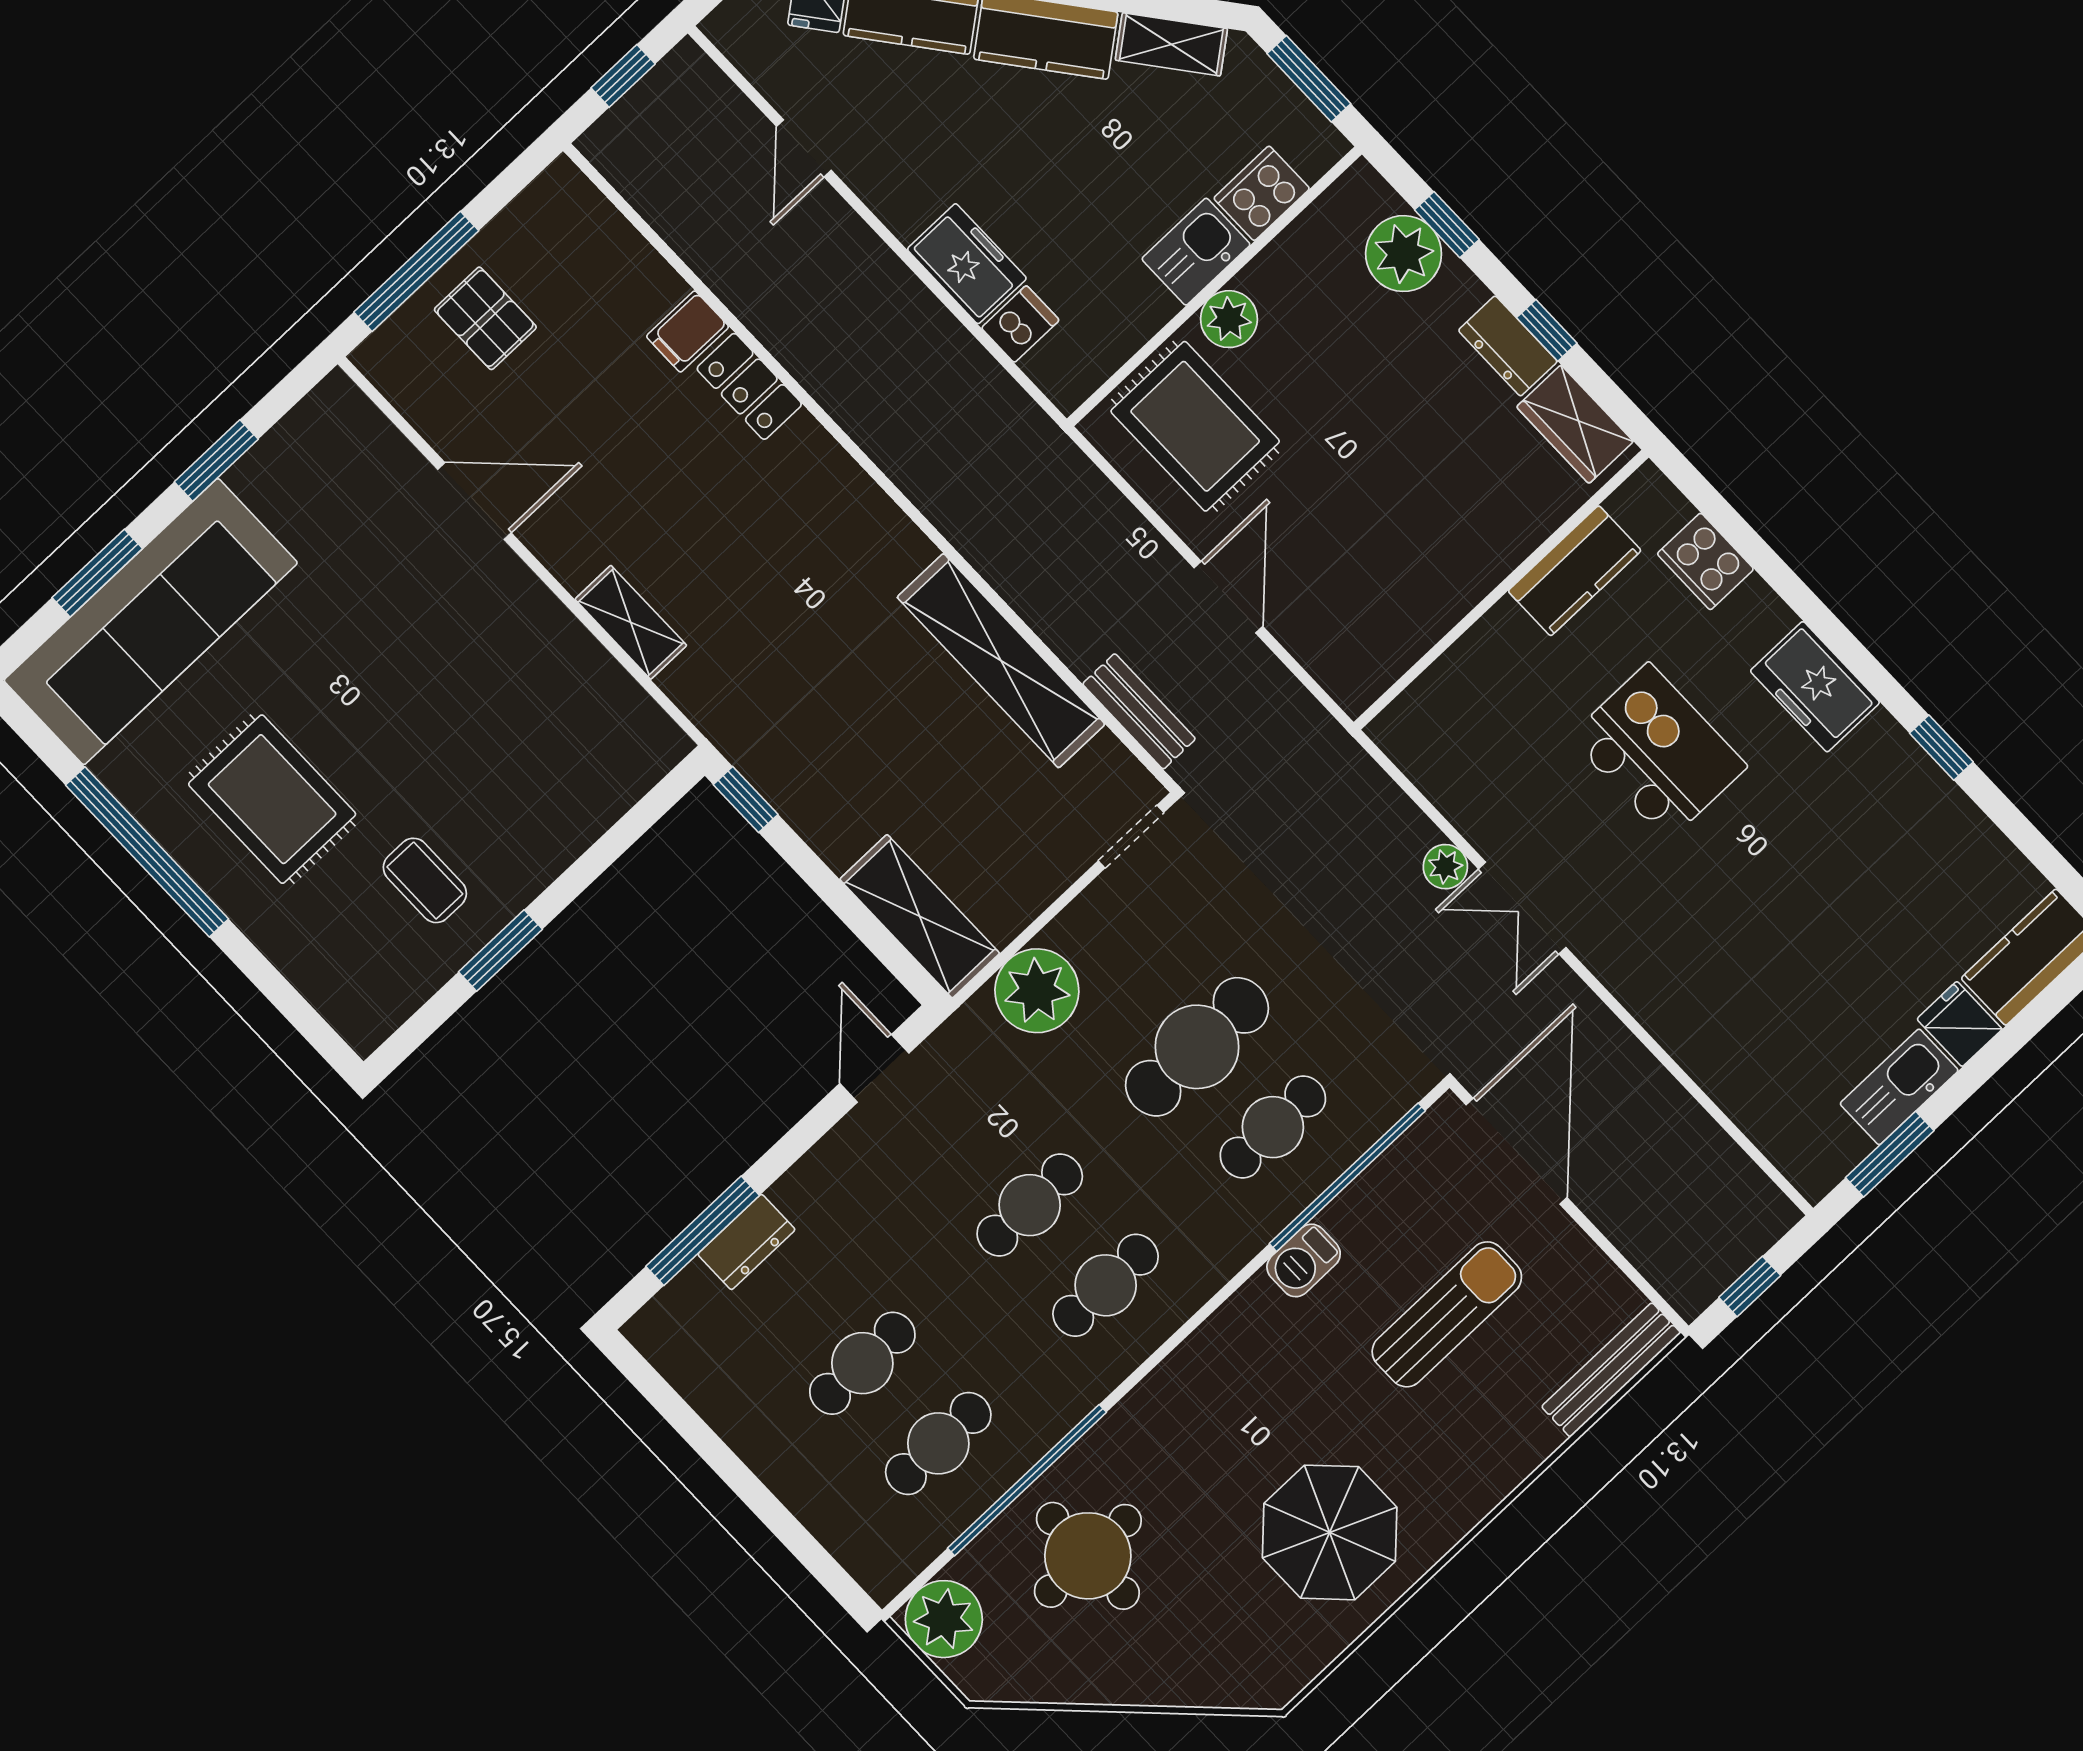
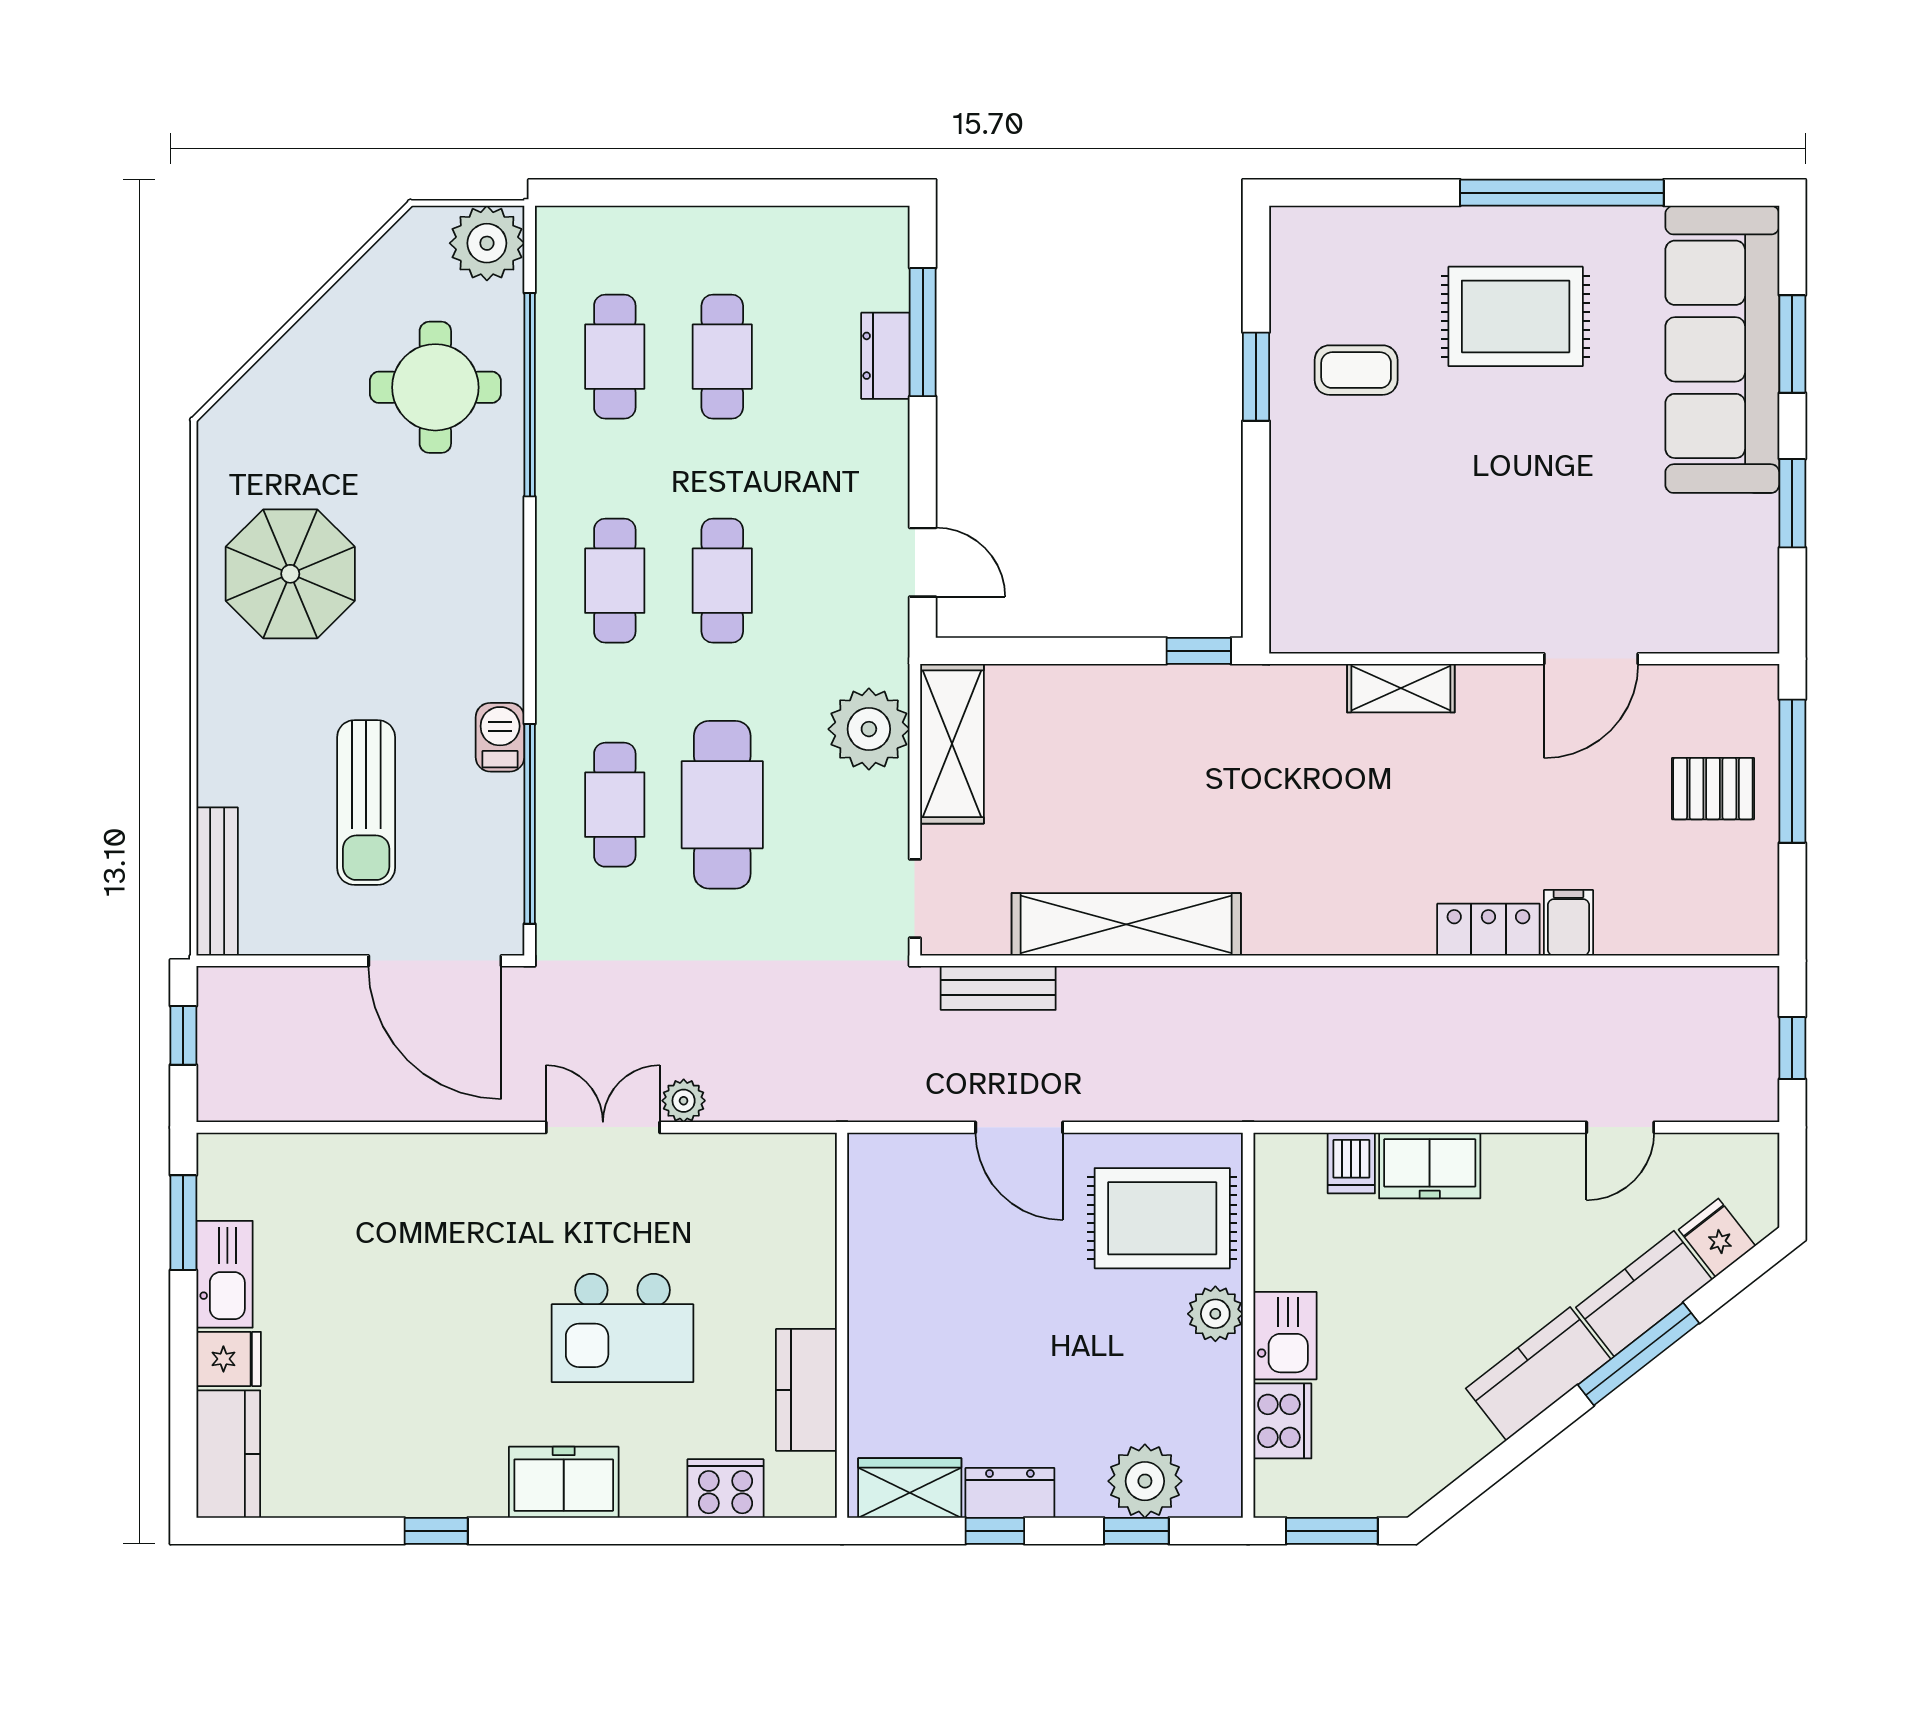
shelving: (1171, 44) -> (1448, 1457), removed
door: (804, 148) -> (1620, 1127), swing flipped
shelving: (920, 916) -> (952, 744), moved, turned 90

